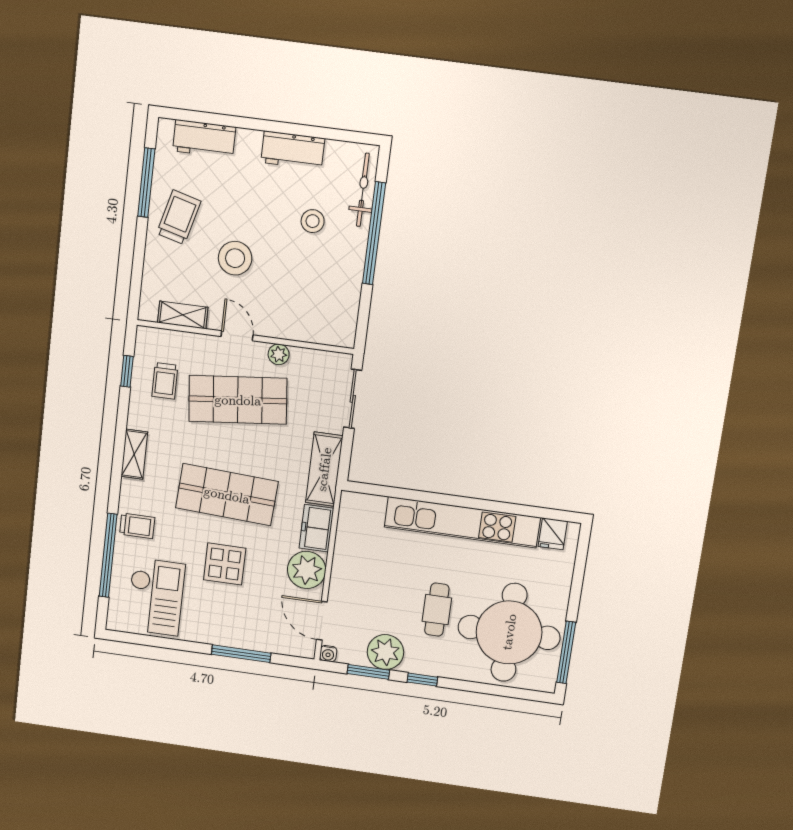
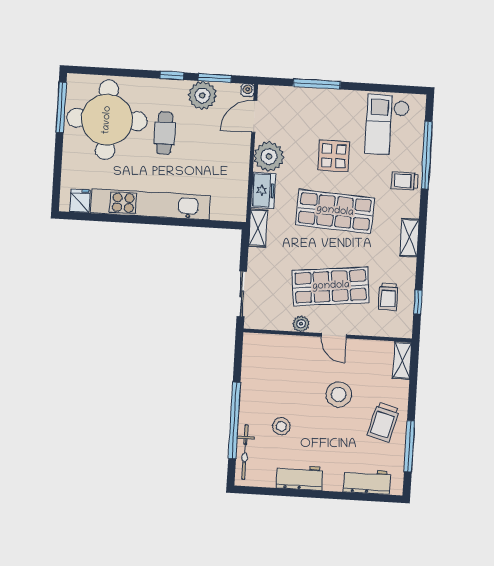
shelving: (183, 315) -> (402, 360), moved, turned 90
trolley: (165, 381) -> (388, 297), turned 180
shelving: (324, 469) -> (258, 228), width x0.67, depth x0.75
door: (322, 621) -> (254, 116), swing flipped

